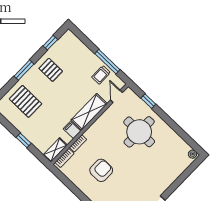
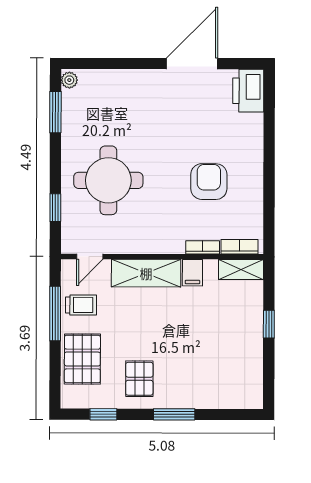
pallet: (26, 101) -> (82, 359), moved
window: (185, 137) -> (55, 112), added
armchair: (101, 170) -> (209, 182), turned 90

